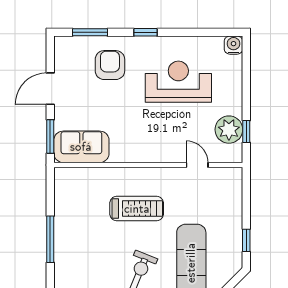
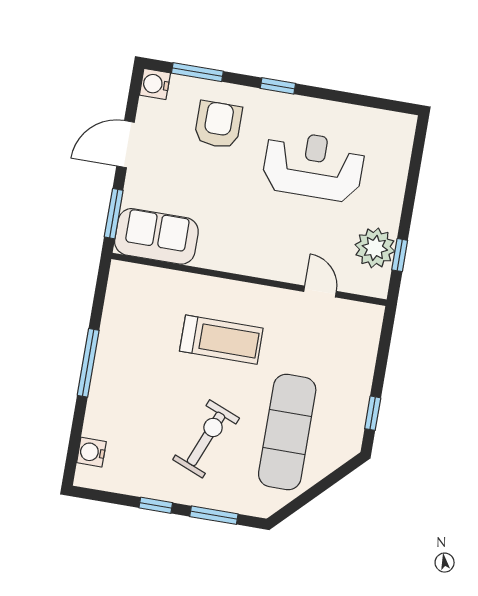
water cooler: (234, 45) -> (155, 84), moved, turned -90

